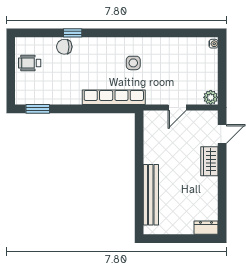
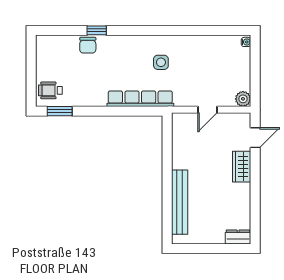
chair: (64, 47) -> (88, 45), turned -90
wheelchair: (30, 63) -> (50, 90), moved

